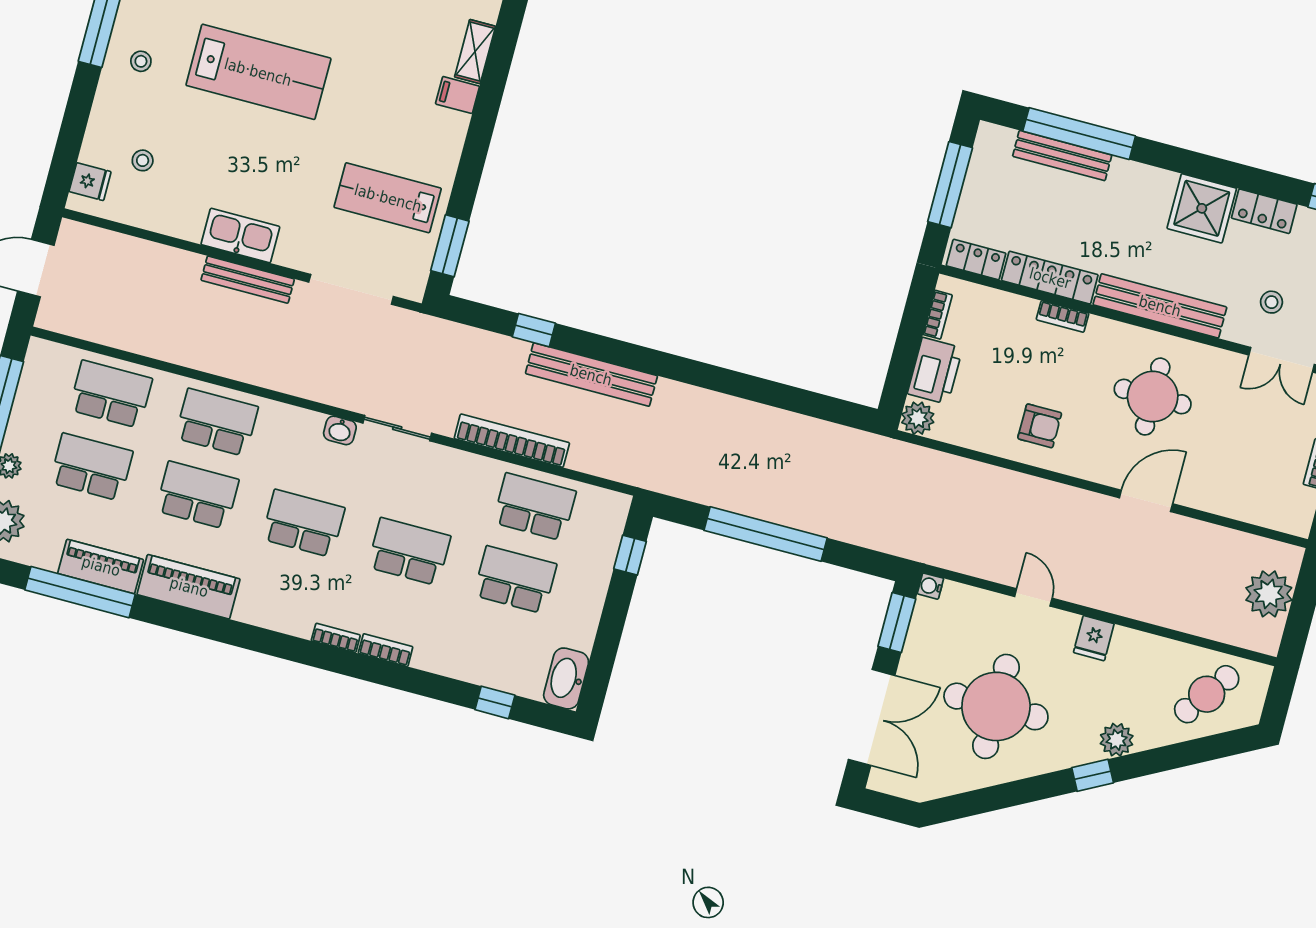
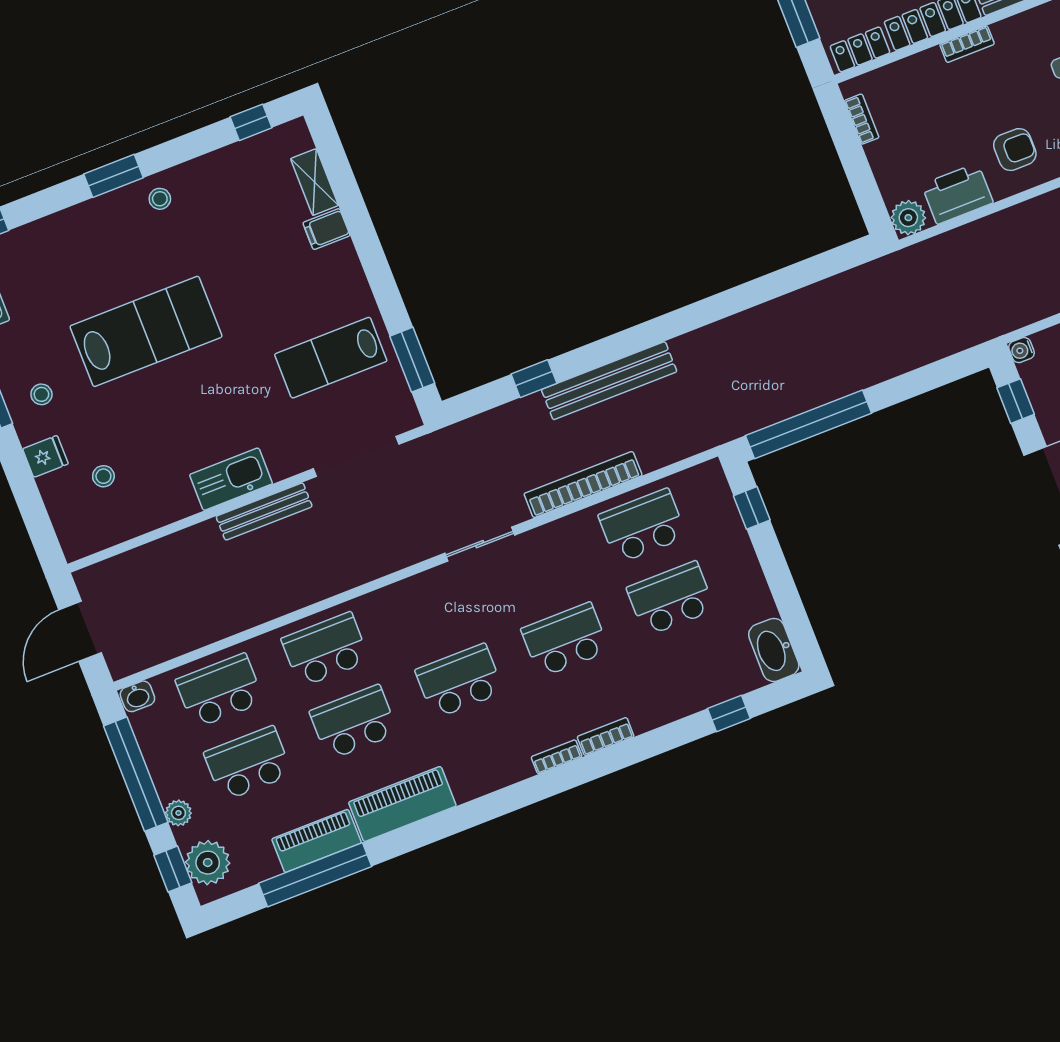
fridge: (90, 182) -> (45, 456), moved
printer: (935, 371) -> (957, 194), moved, turned -90
washbasin: (340, 430) -> (137, 696), moved
window: (766, 534) -> (809, 424), moved
window: (897, 622) -> (1016, 401), width x0.67

